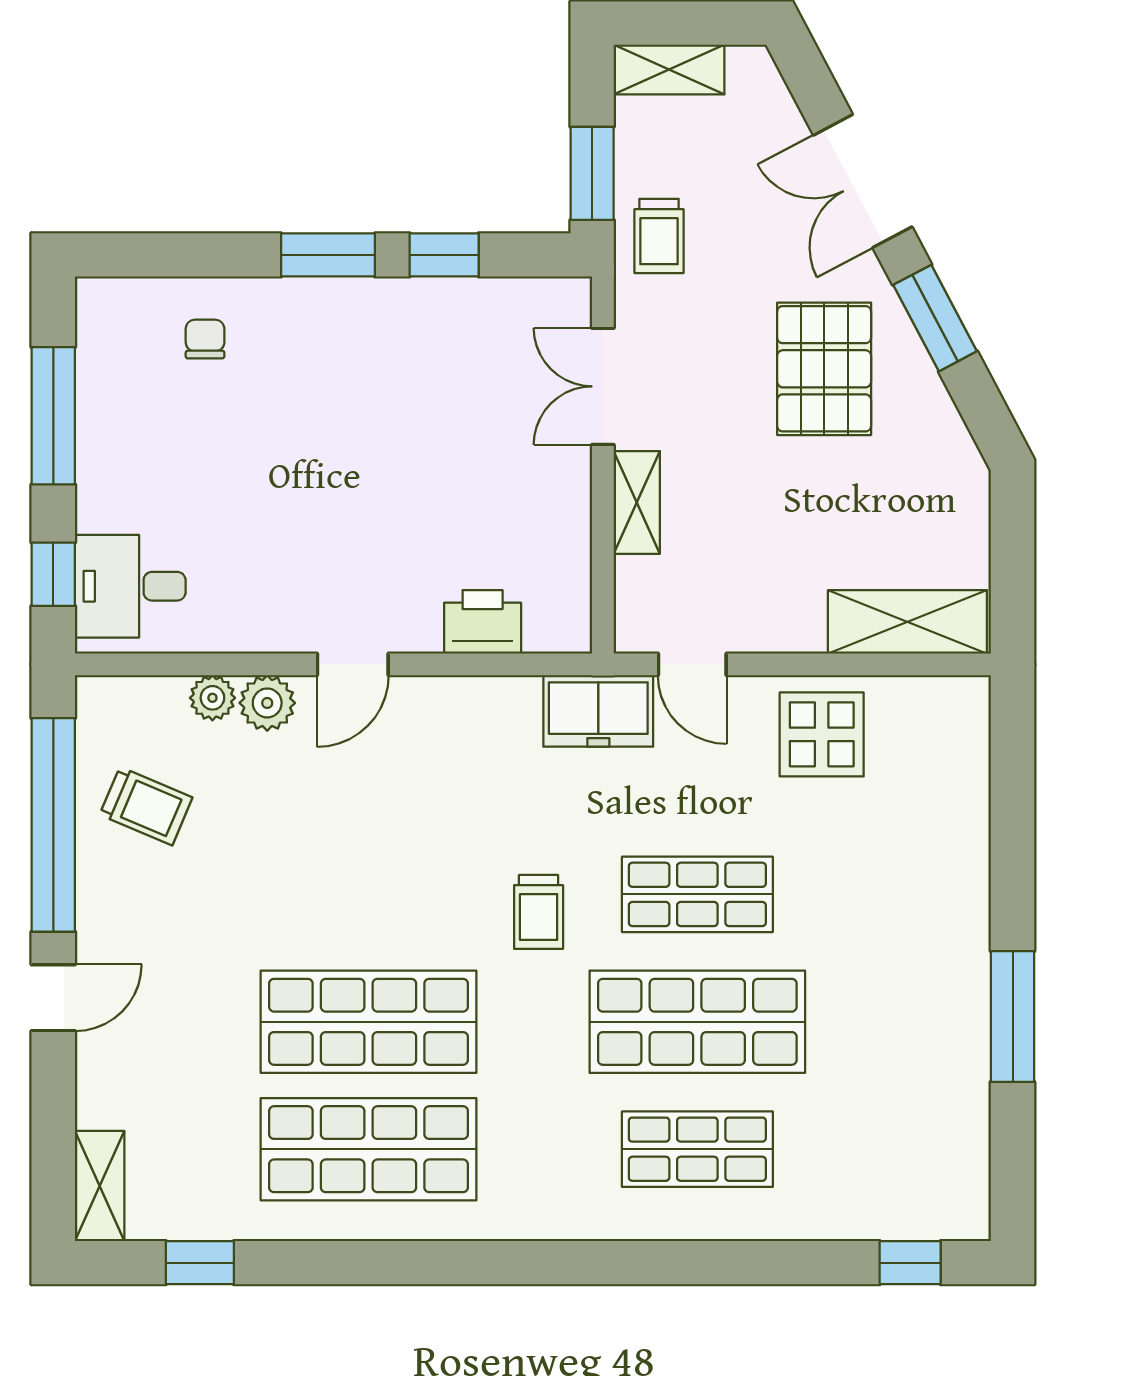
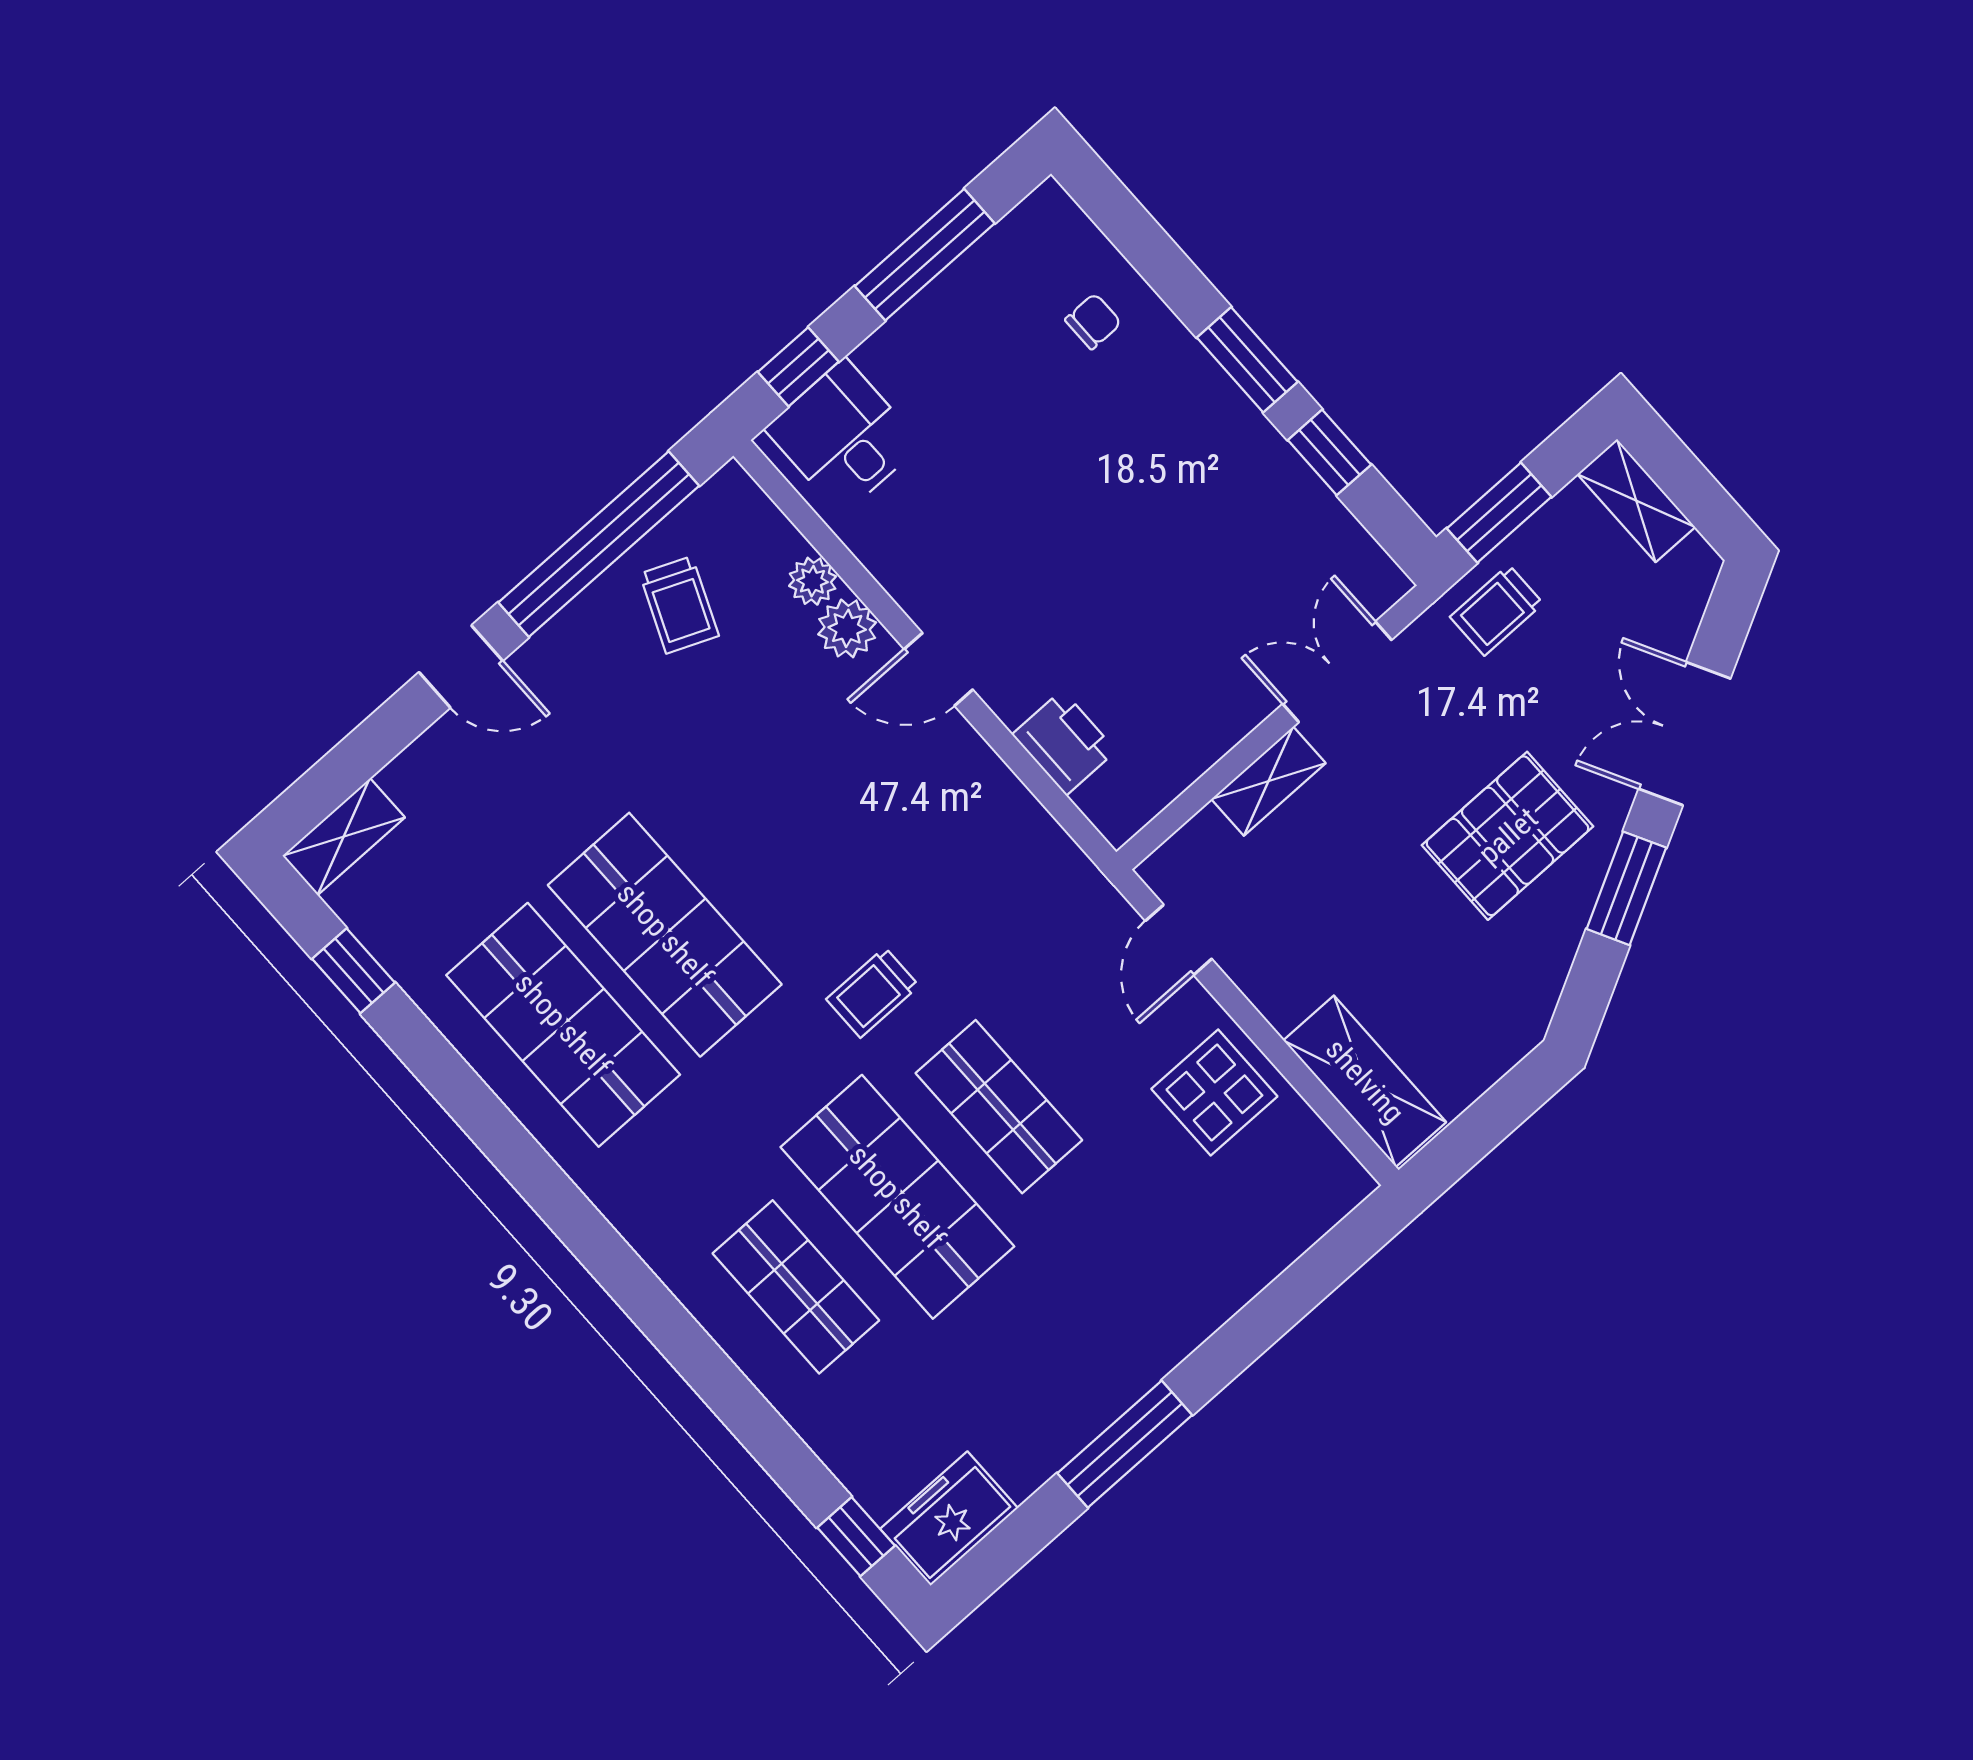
freezer: (598, 711) -> (949, 1519), moved, turned 90

